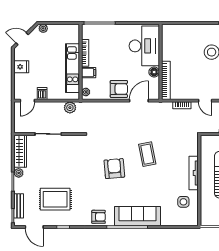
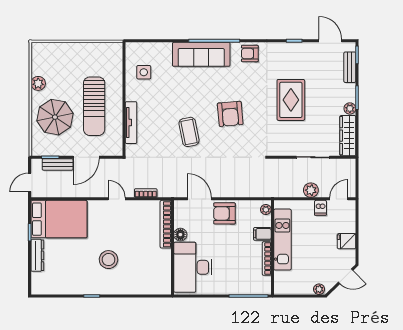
door: (139, 101) -> (199, 199), swing flipped
plant: (70, 108) -> (311, 190), moved
tv unit: (194, 173) -> (131, 123), moved
rug: (55, 199) -> (291, 100), moved, turned 90

